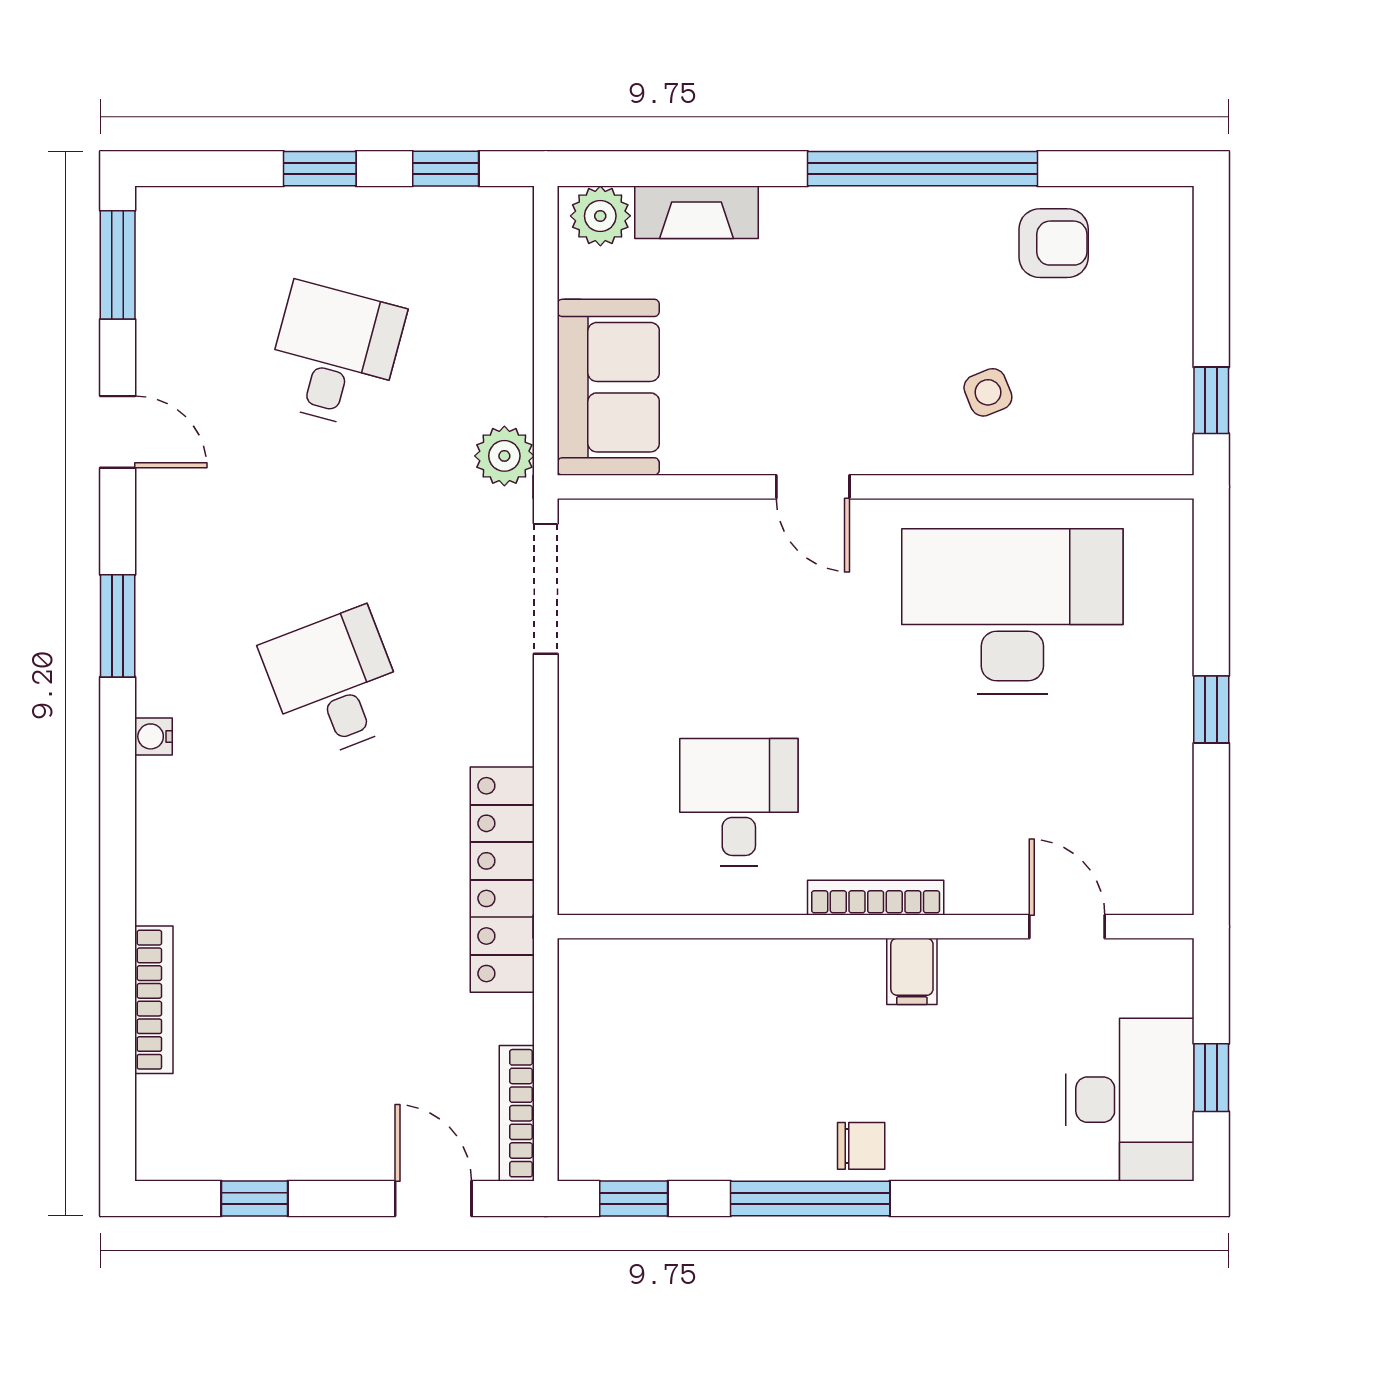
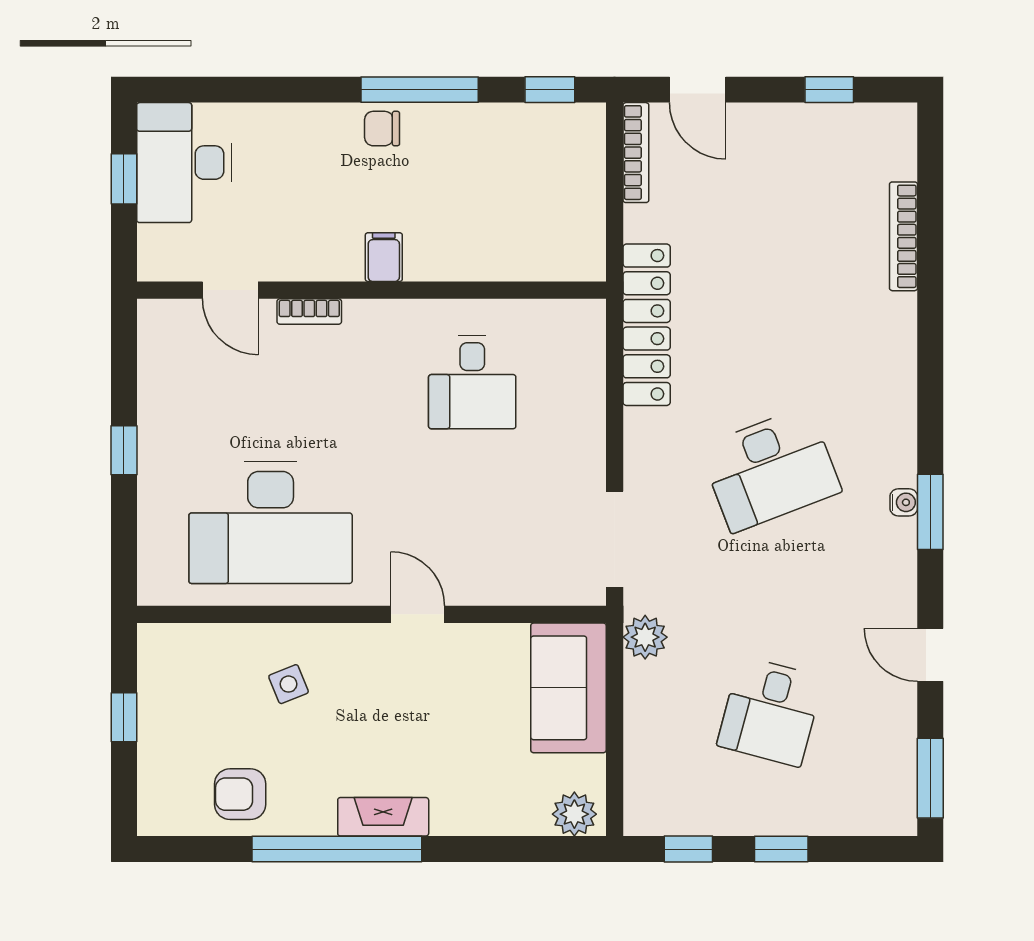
fireplace: (696, 212) -> (383, 817), moved
window: (1211, 400) -> (124, 717), moved
desk: (335, 684) -> (770, 469), width x1.37
water cooler: (154, 736) -> (904, 502), moved
bookcase: (876, 898) -> (309, 312), moved, width x0.64
filing cabinet: (912, 971) -> (384, 257), moved

